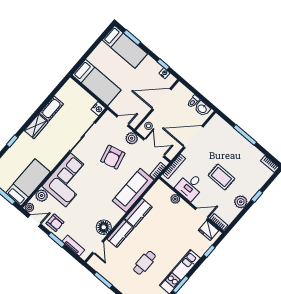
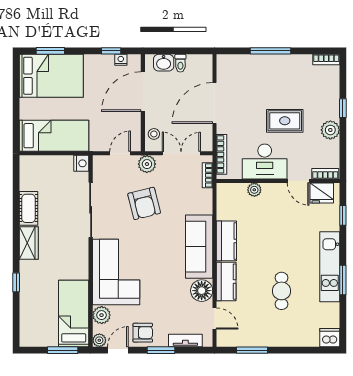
bed: (125, 47) -> (51, 76), width x1.50
washbasin: (202, 109) -> (164, 63), moved
desk: (190, 186) -> (265, 161), width x1.37
sofa: (133, 190) -> (199, 247), moved
door: (202, 214) -> (298, 181), swing flipped

